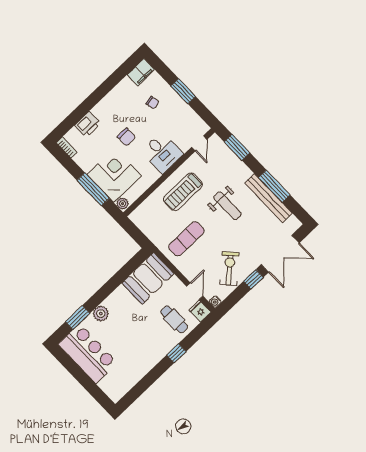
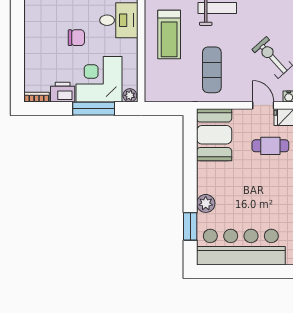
printer: (88, 124) -> (63, 92), moved, turned -90
bar counter: (88, 354) -> (241, 247), width x1.36

